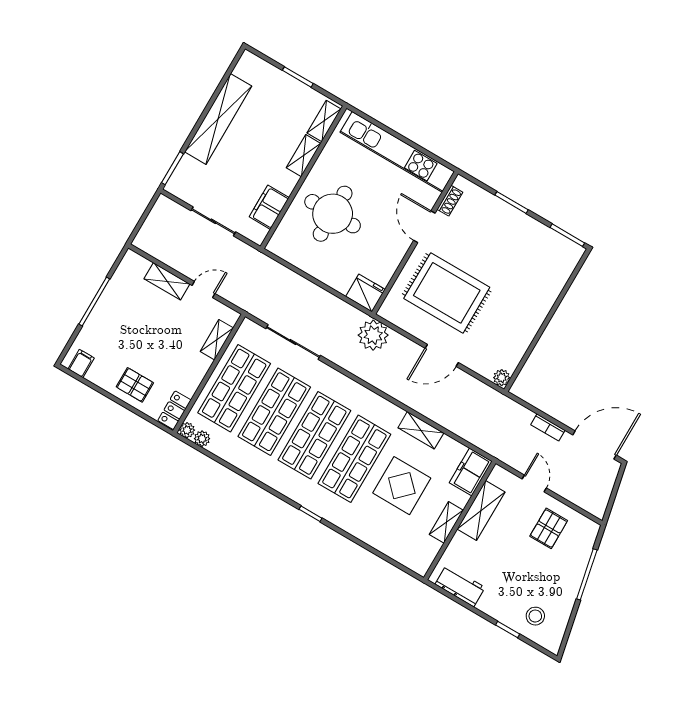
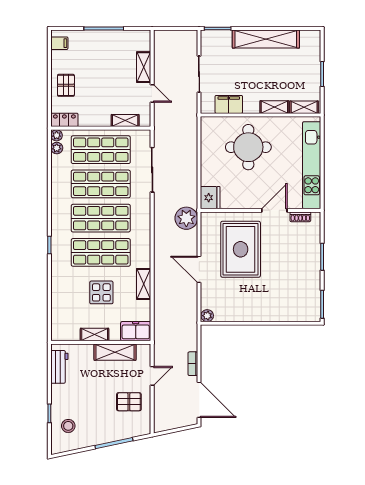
display table: (402, 486) -> (101, 292), width x0.73, depth x0.73

